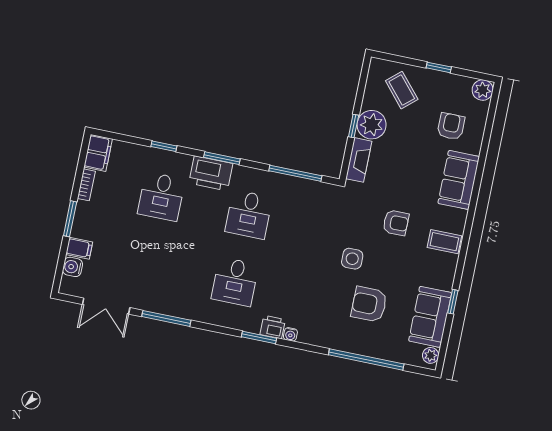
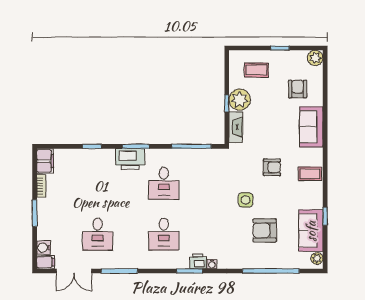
coffee table: (402, 90) -> (256, 70), turned -49
desk: (161, 197) -> (98, 234), moved
filing cabinet: (79, 248) -> (46, 262), moved

